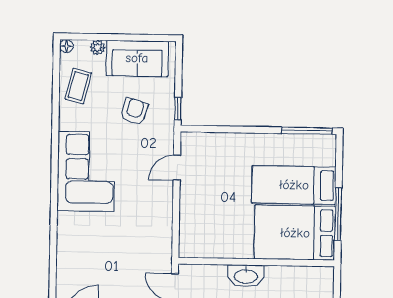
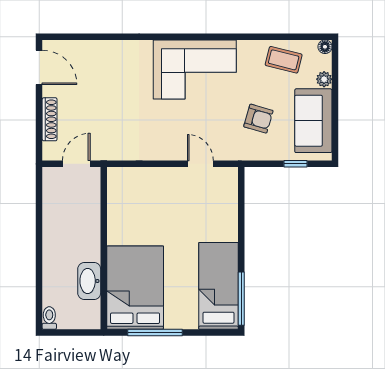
window: (178, 109) -> (295, 164), moved
bed: (294, 185) -> (218, 286), moved
washbasin: (246, 276) -> (89, 281), moved

